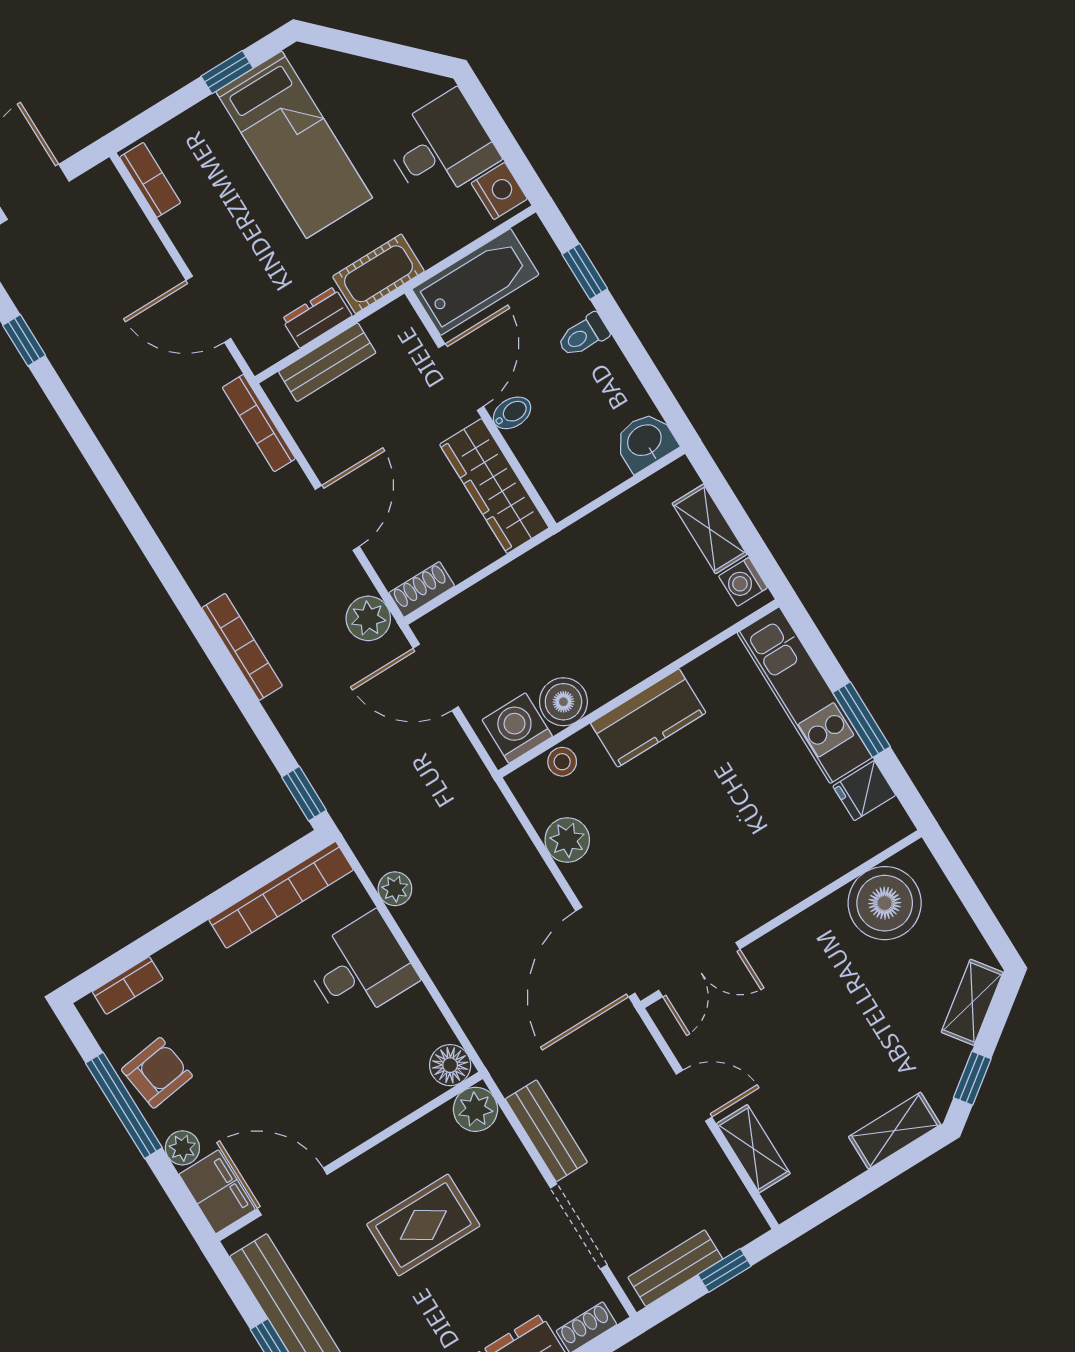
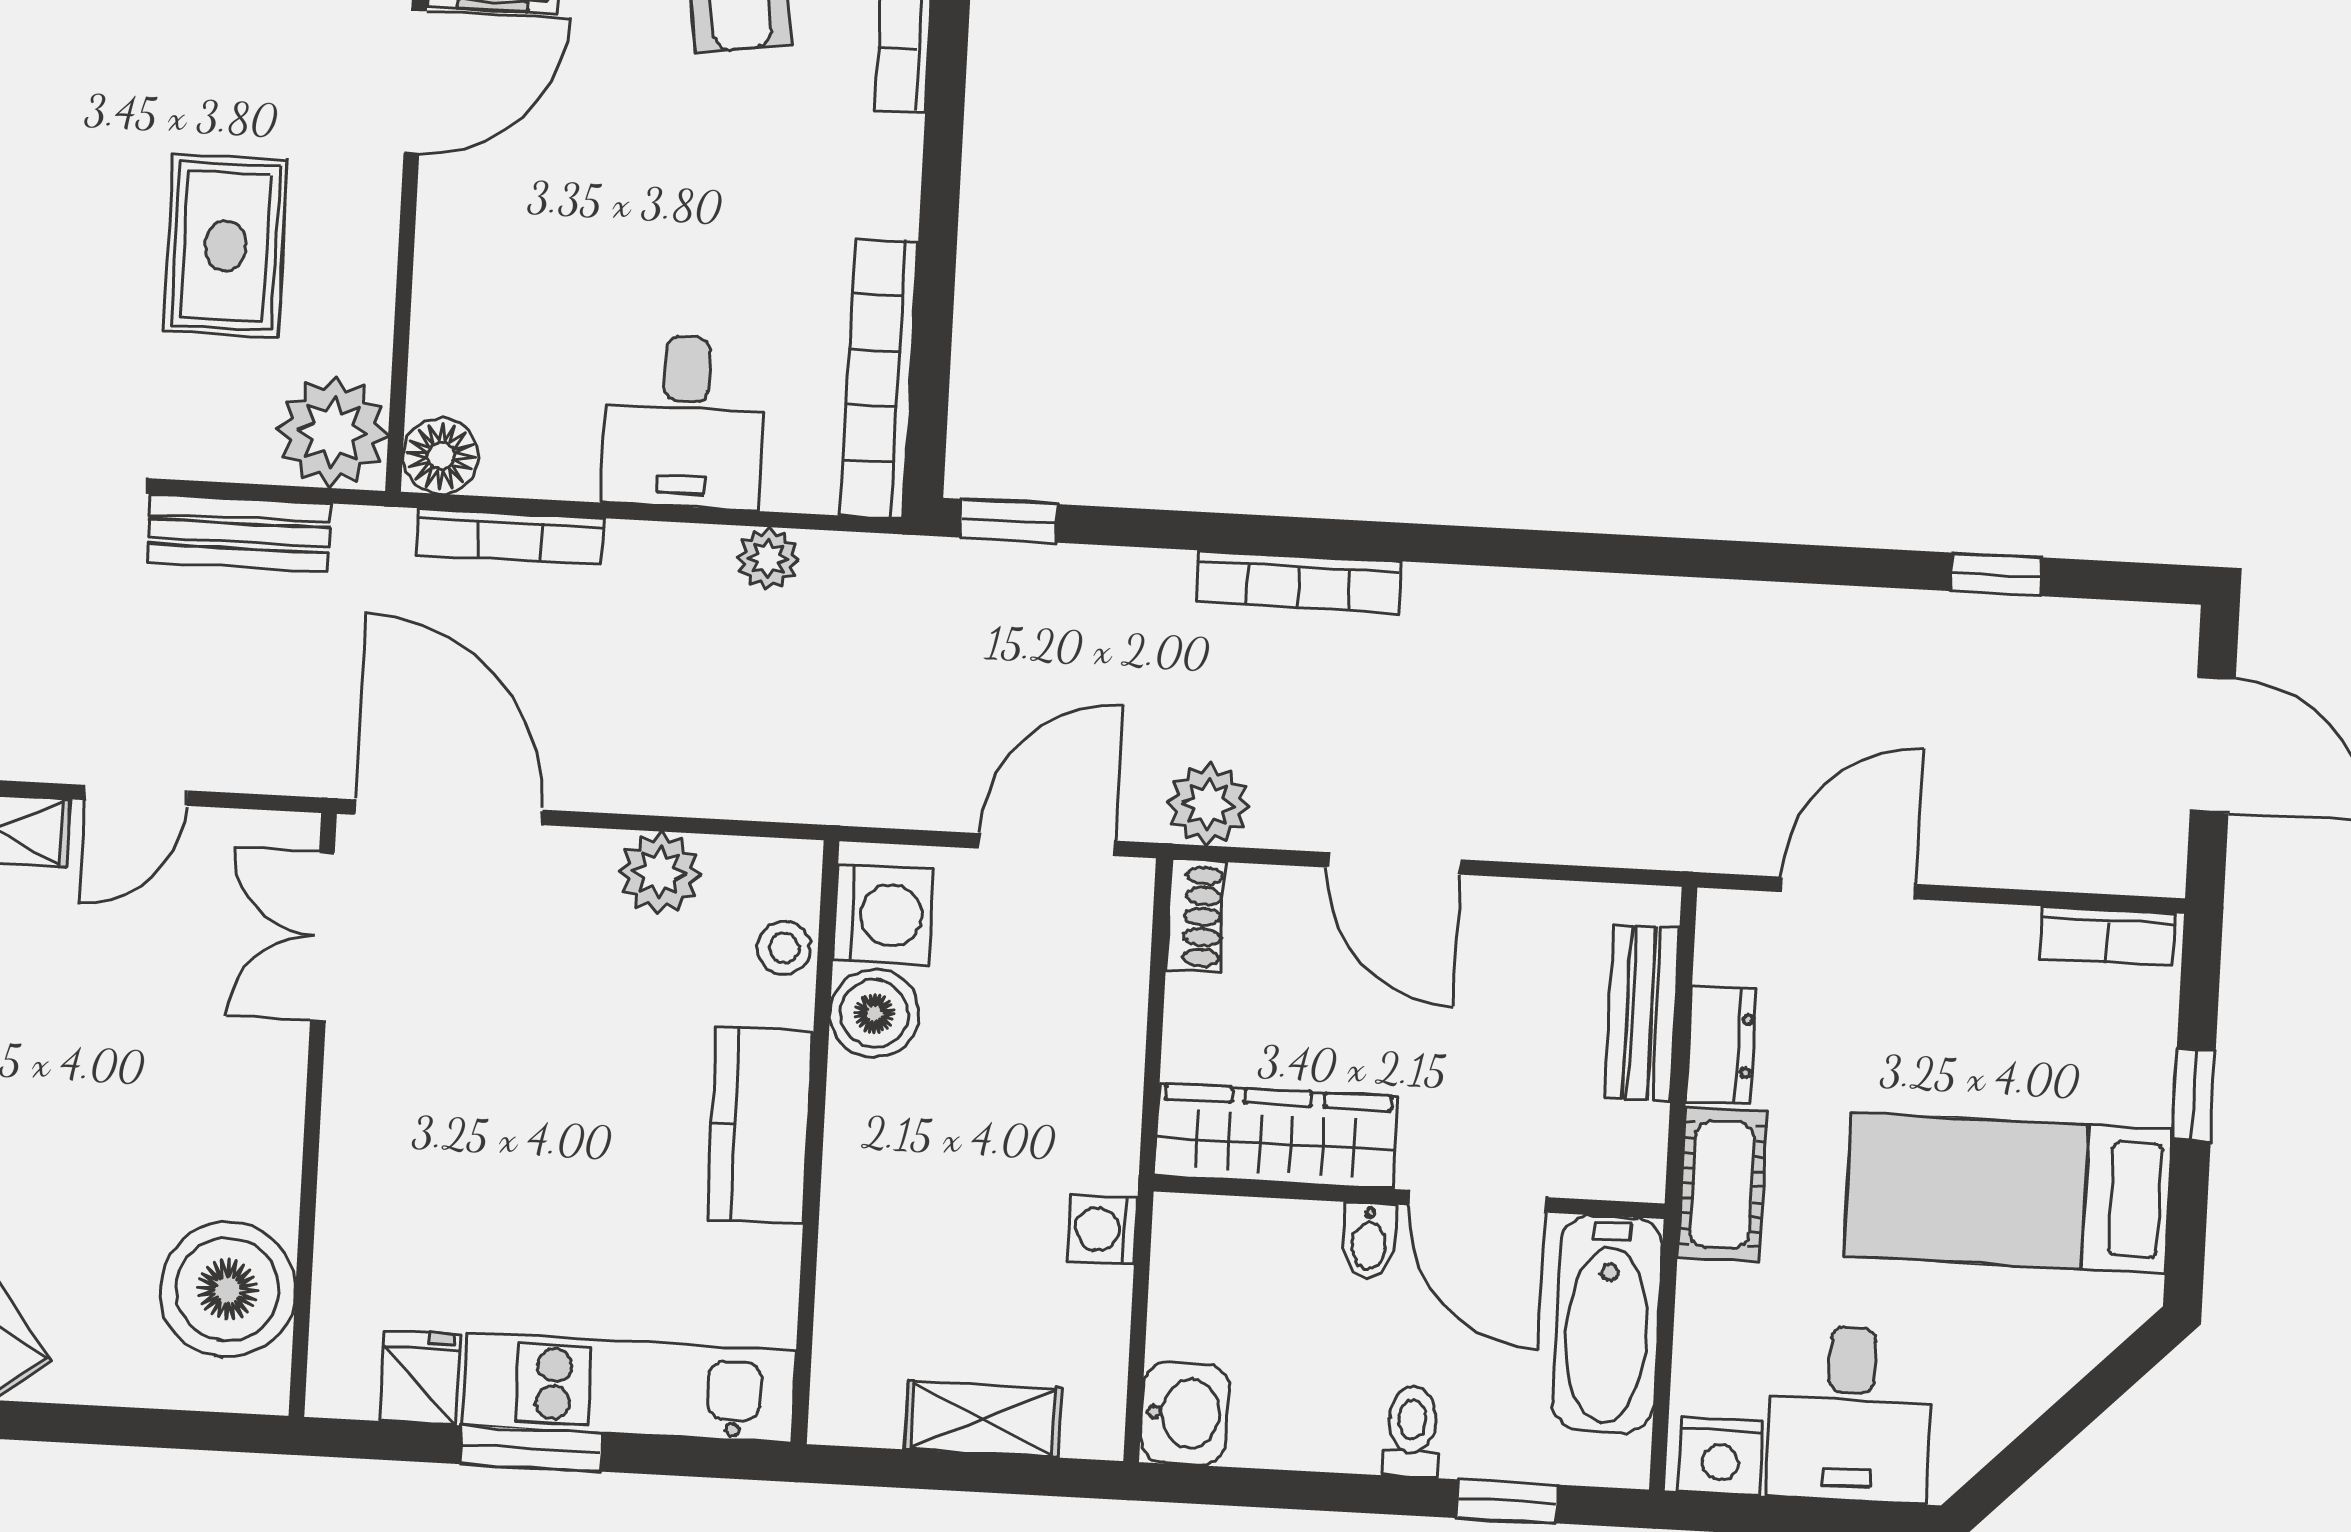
window: (227, 72) -> (2194, 1094), moved
bookcase: (259, 423) -> (510, 537), moved, turned 180
washing machine: (743, 582) -> (1103, 1229), moved, turned -90
plant: (476, 1109) -> (333, 432), width x1.36, depth x1.36

